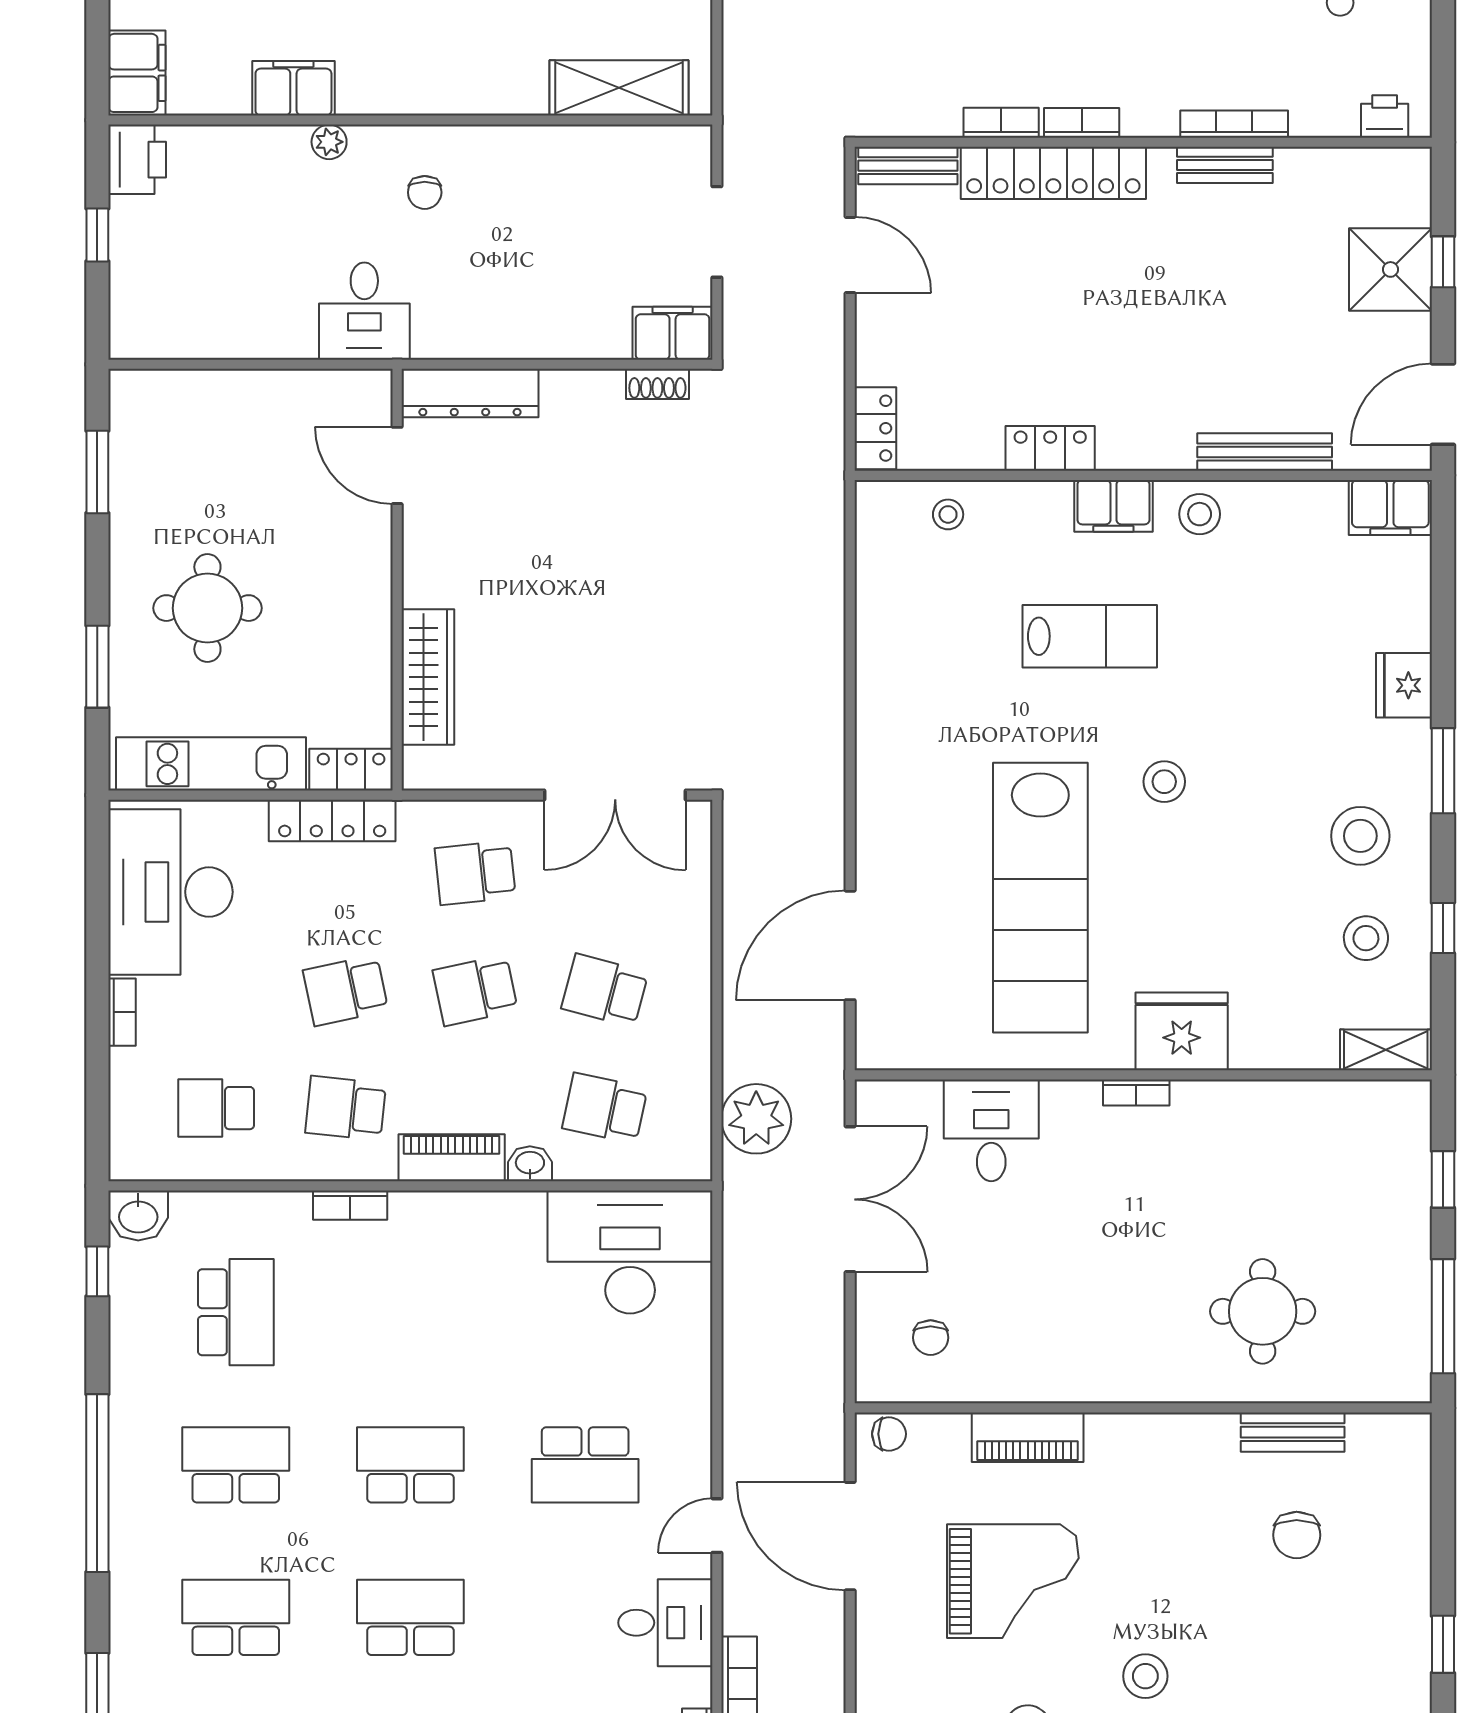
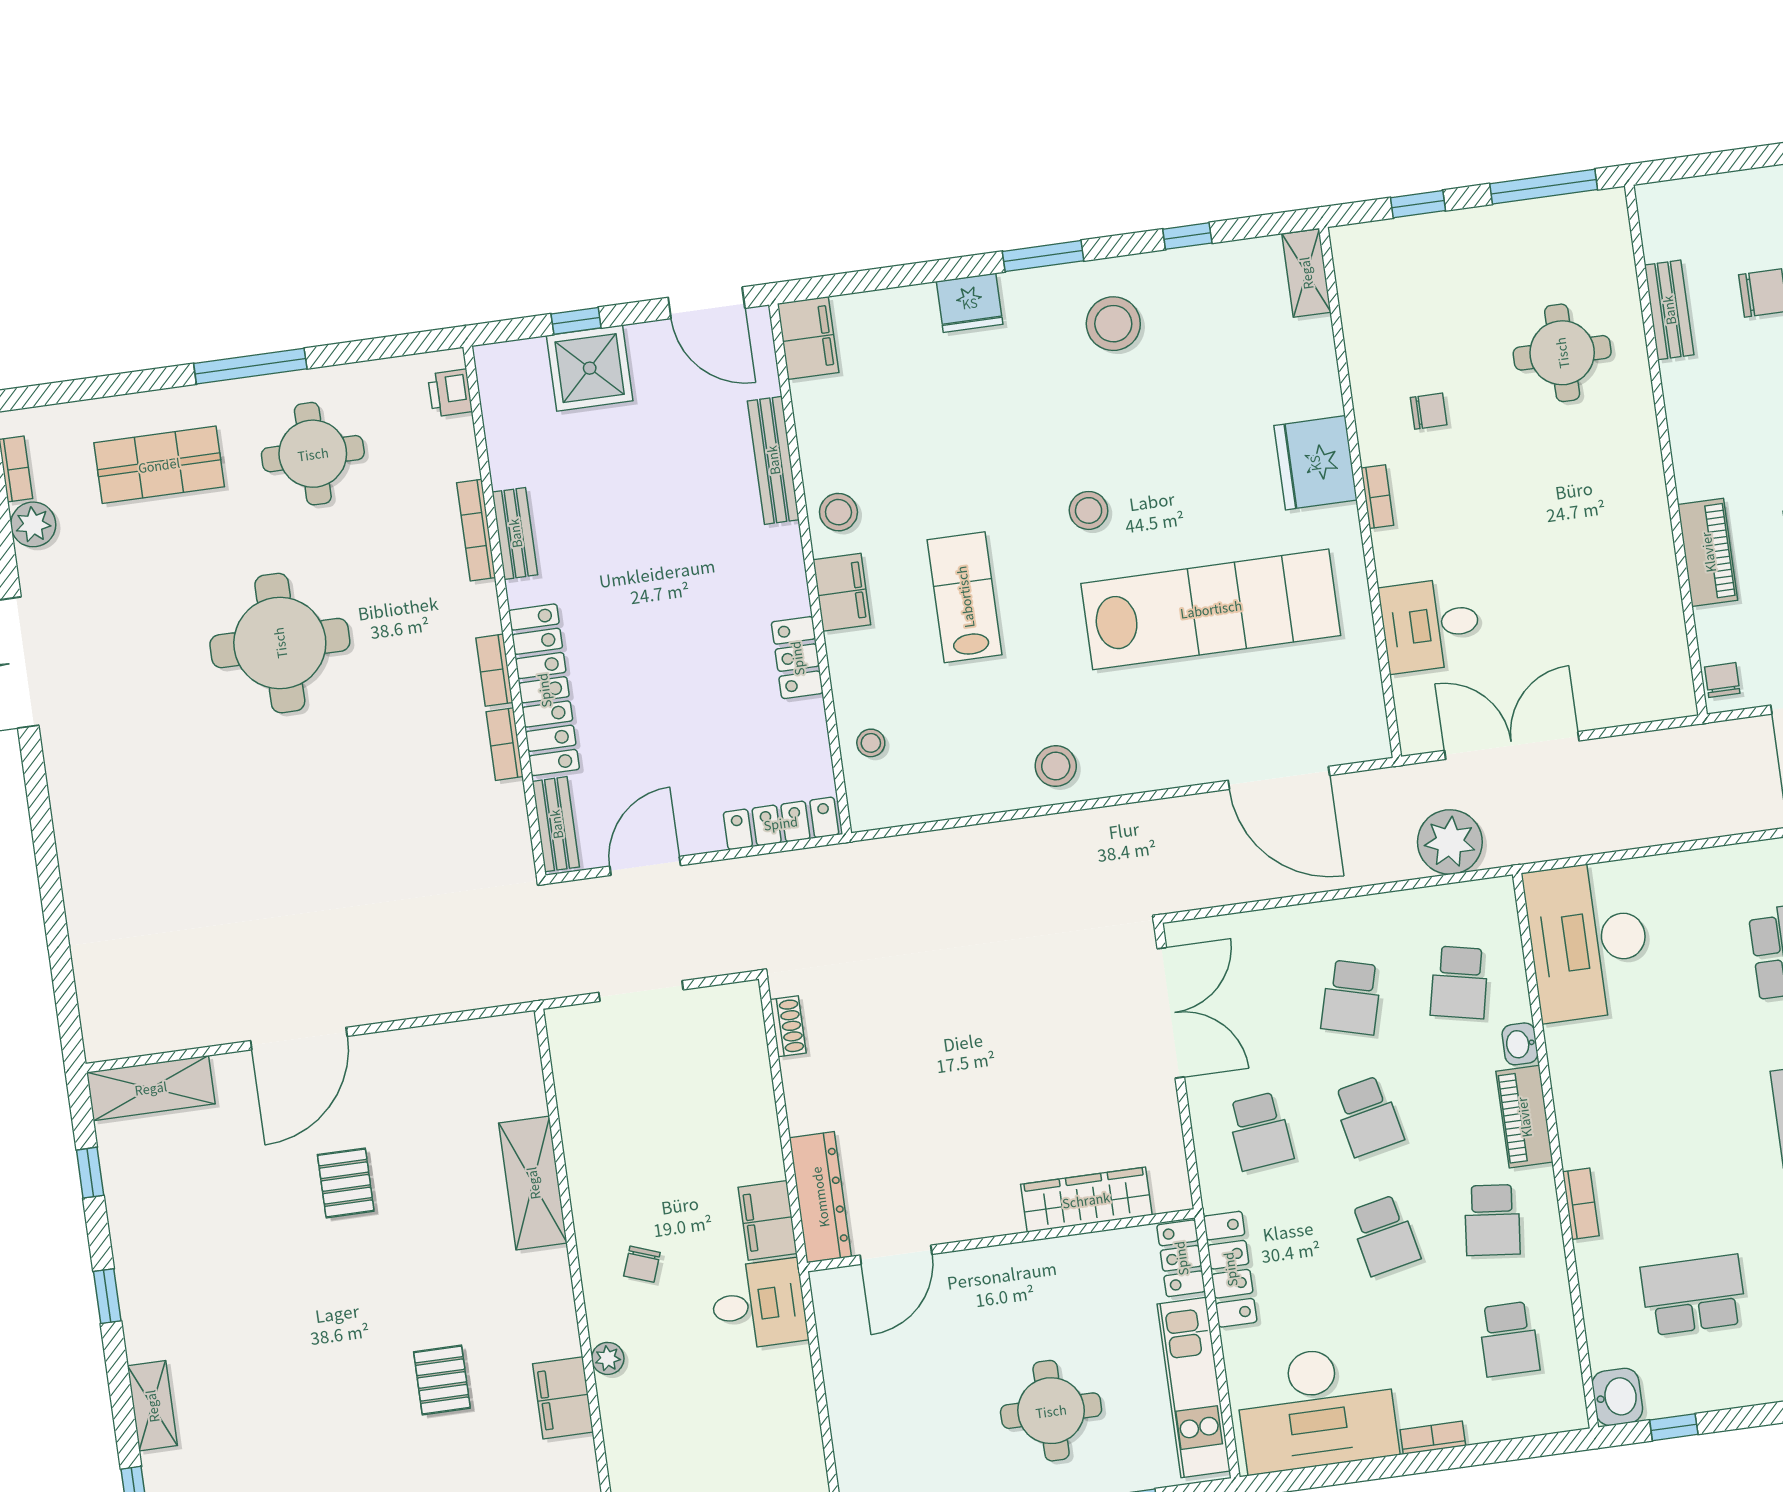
shelving: (619, 88) -> (533, 1183), moved
chair: (425, 192) -> (642, 1264), turned 110
filing cabinet: (673, 333) -> (768, 1220), moved
locker: (875, 428) -> (781, 823), width x1.53
stool: (1366, 938) -> (1056, 766), moved
chair: (931, 1338) -> (1429, 411), moved

